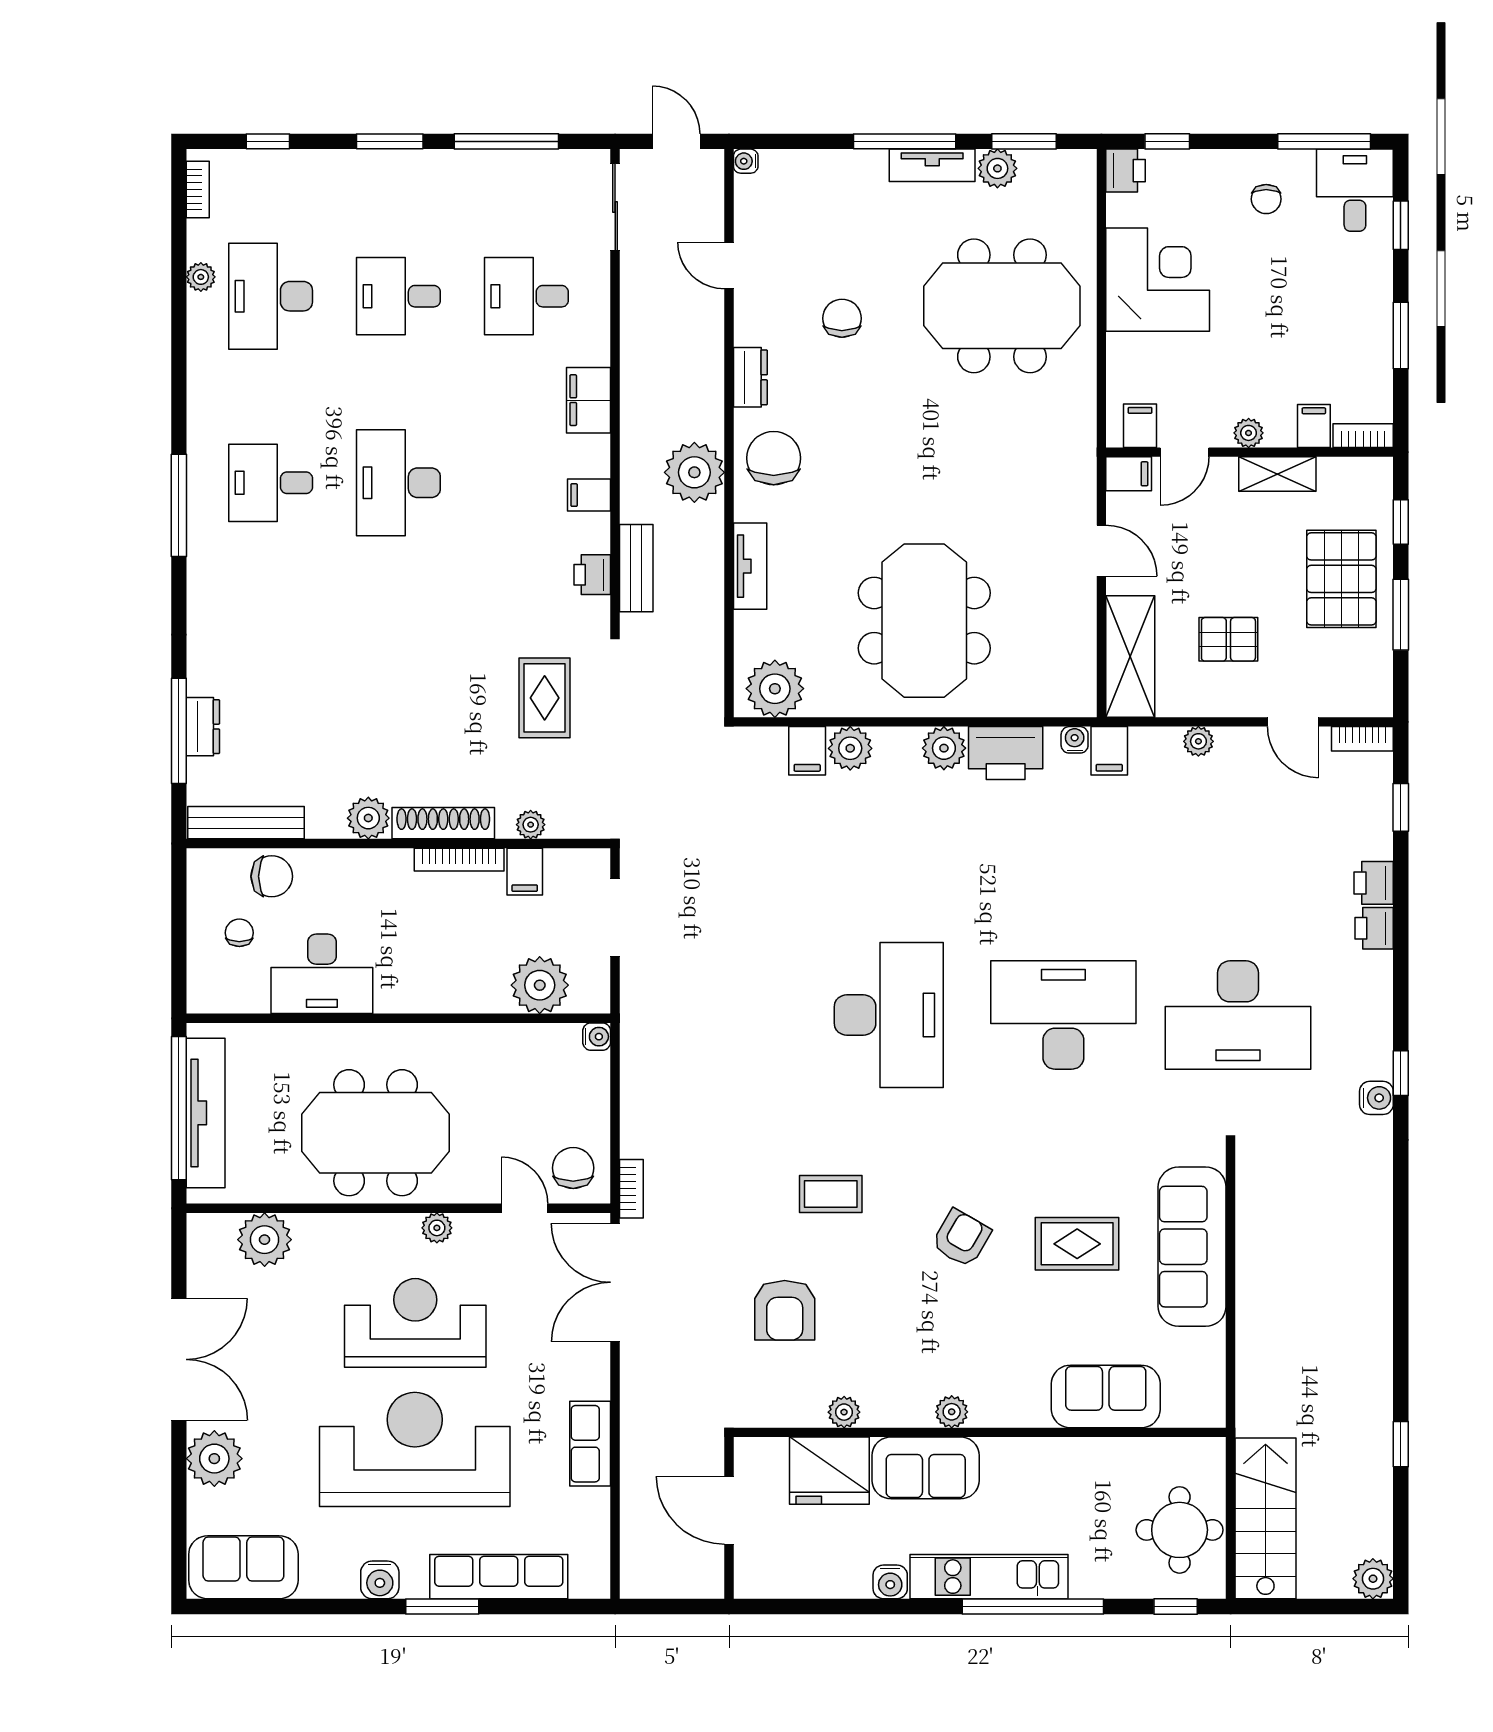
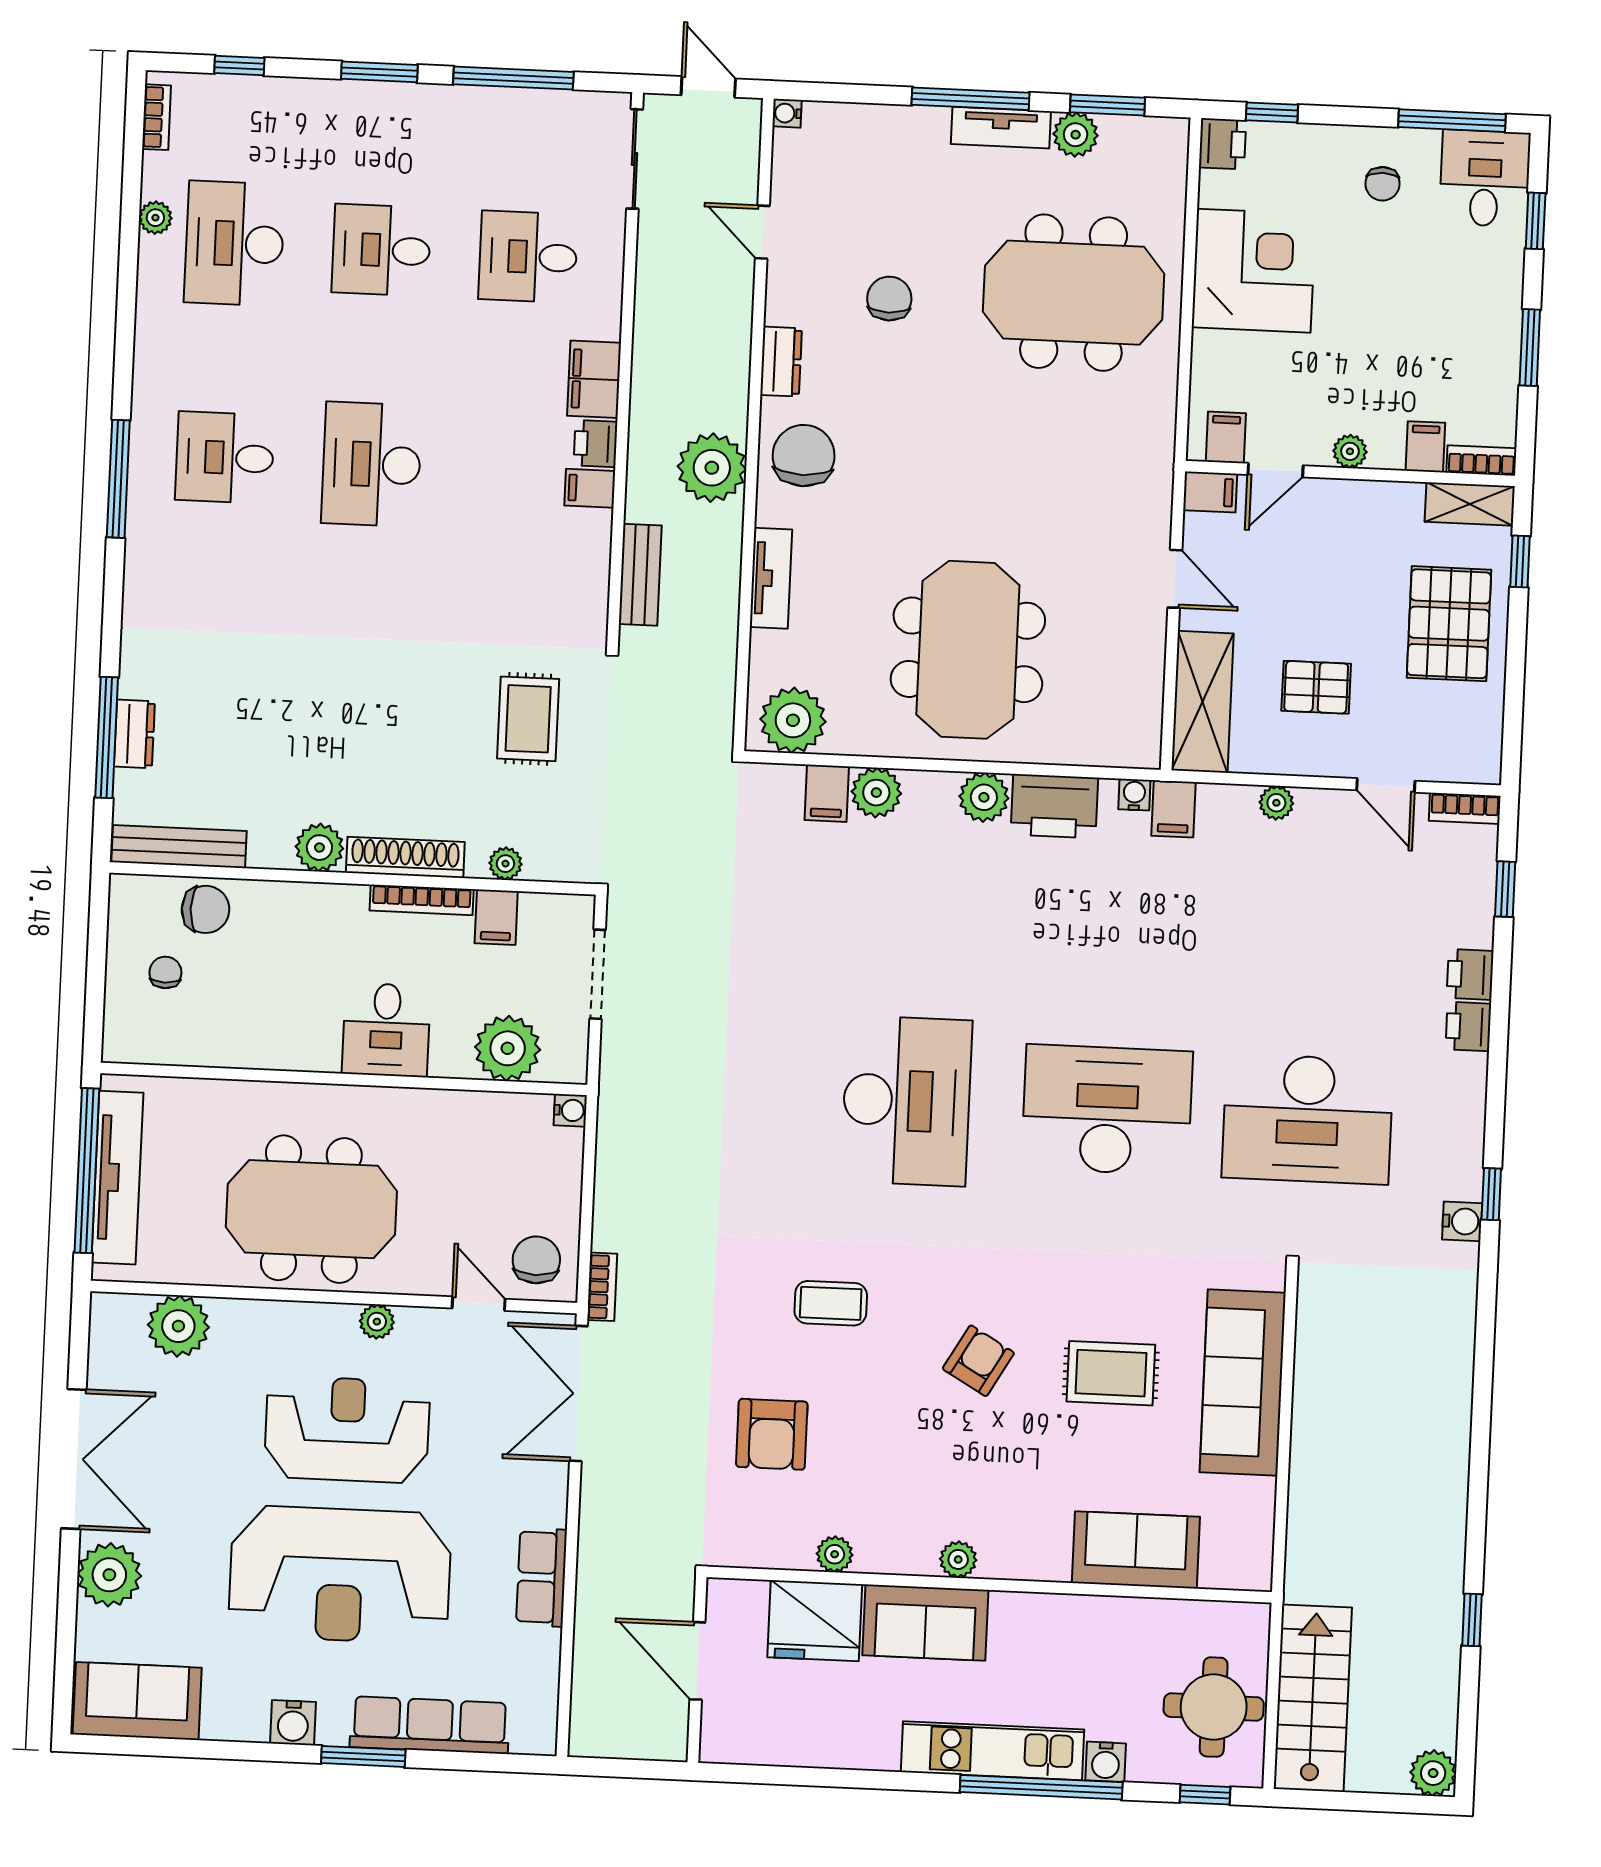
shelving: (1277, 474) -> (1470, 504), moved
printer: (592, 575) -> (596, 444), moved
window: (1401, 615) -> (1515, 668), removed
desk: (322, 974) -> (386, 1030), moved, width x0.73
reception desk: (415, 1449) -> (340, 1575), turned 180
water cooler: (890, 1582) -> (1106, 1762), moved

